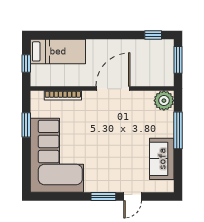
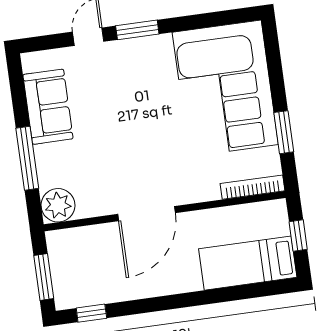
bookcase: (63, 95) -> (252, 187), moved

